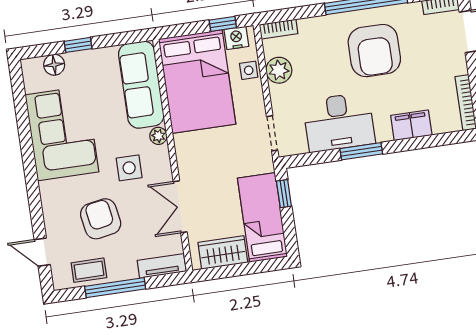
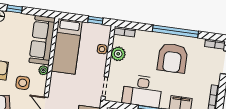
nightstand: (236, 38) -> (100, 30), removed
bed: (197, 82) -> (67, 46), width x0.67

